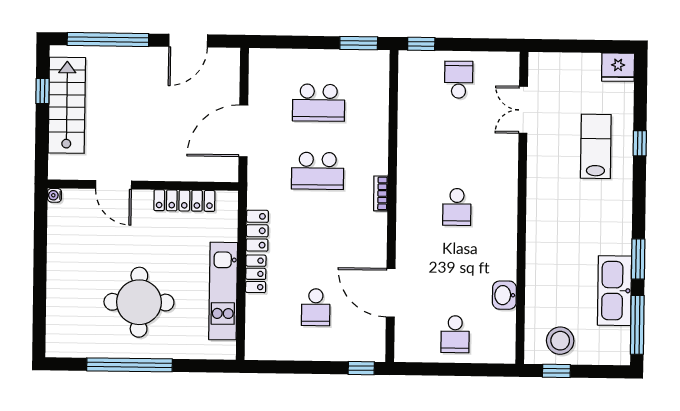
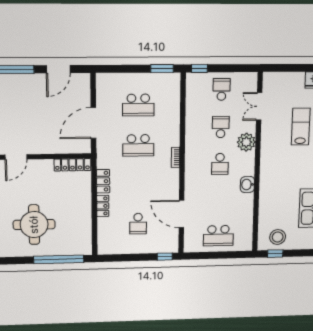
school desk: (458, 143) -> (221, 127), added
plant: (502, 170) -> (246, 142), added
door: (114, 185) -> (16, 157), hinge flipped
locker: (184, 201) -> (72, 165), moved
kitchen unit: (223, 291) -> (84, 216), removed
washbasin: (504, 295) -> (247, 185), moved
school desk: (455, 334) -> (218, 236), width x1.85
window: (129, 365) -> (59, 259), moved

